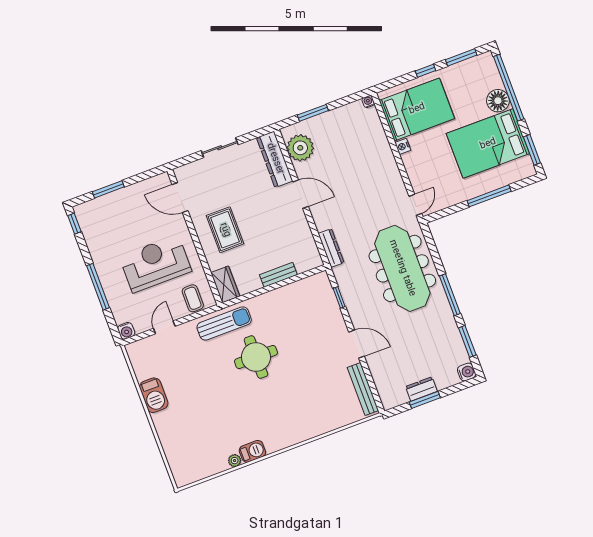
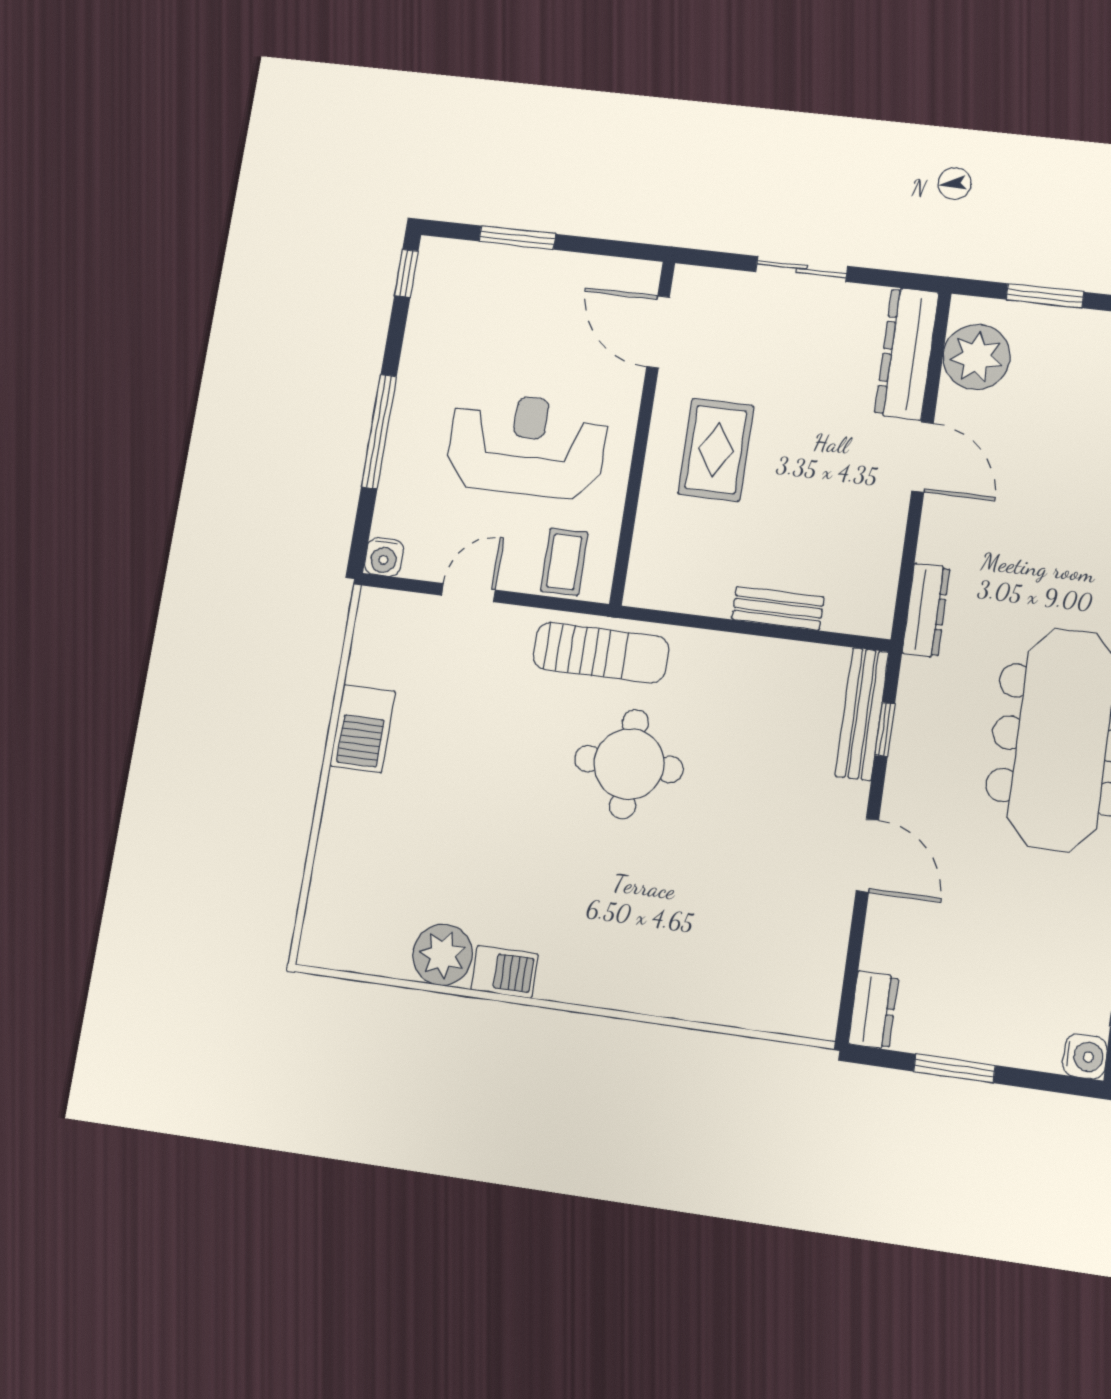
wardrobe: (225, 284) -> (651, 569), removed
bench: (363, 389) -> (862, 714), moved
dresser: (421, 389) -> (873, 1010), moved, turned 90
plant: (235, 461) -> (443, 955), width x1.88, depth x1.88

